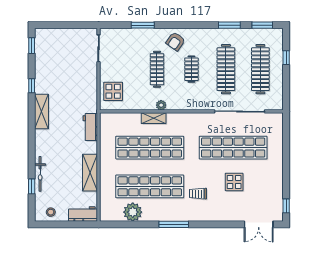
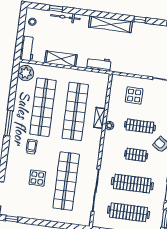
display table: (113, 91) -> (134, 95), moved
shelving: (41, 112) -> (110, 24), width x1.47
plant: (133, 212) -> (26, 73), moved

